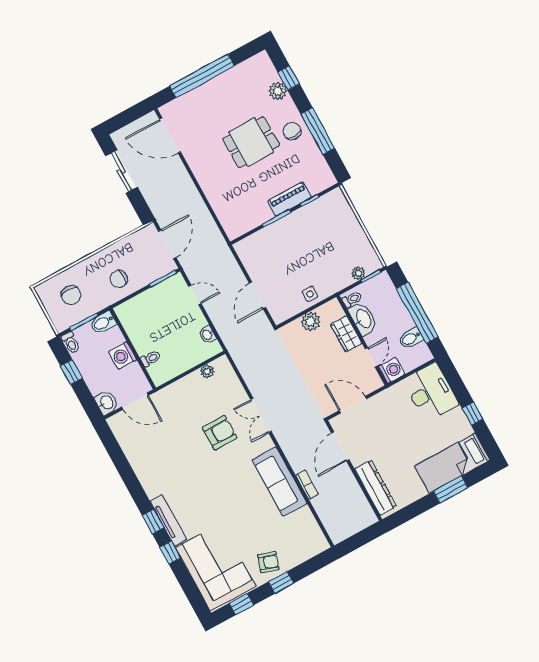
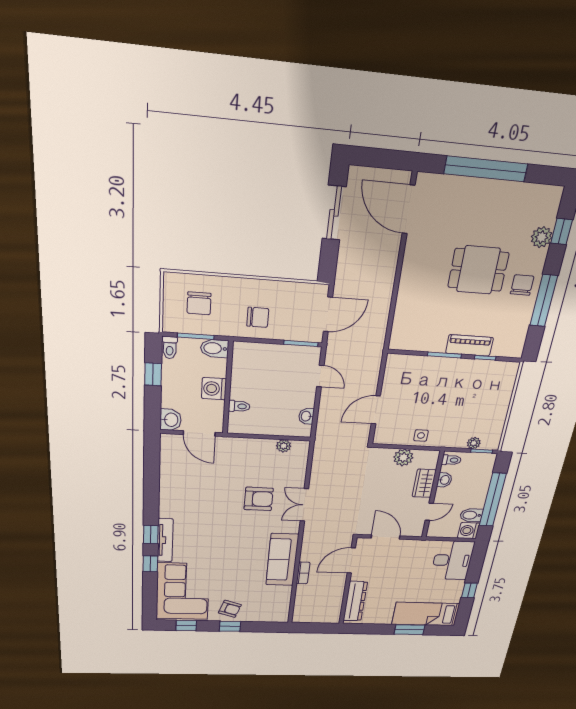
chair: (119, 279) -> (258, 317), turned 180
washbasin: (363, 319) -> (444, 480), width x0.52, depth x0.69
washing machine: (392, 370) -> (469, 531), moved, turned 180

